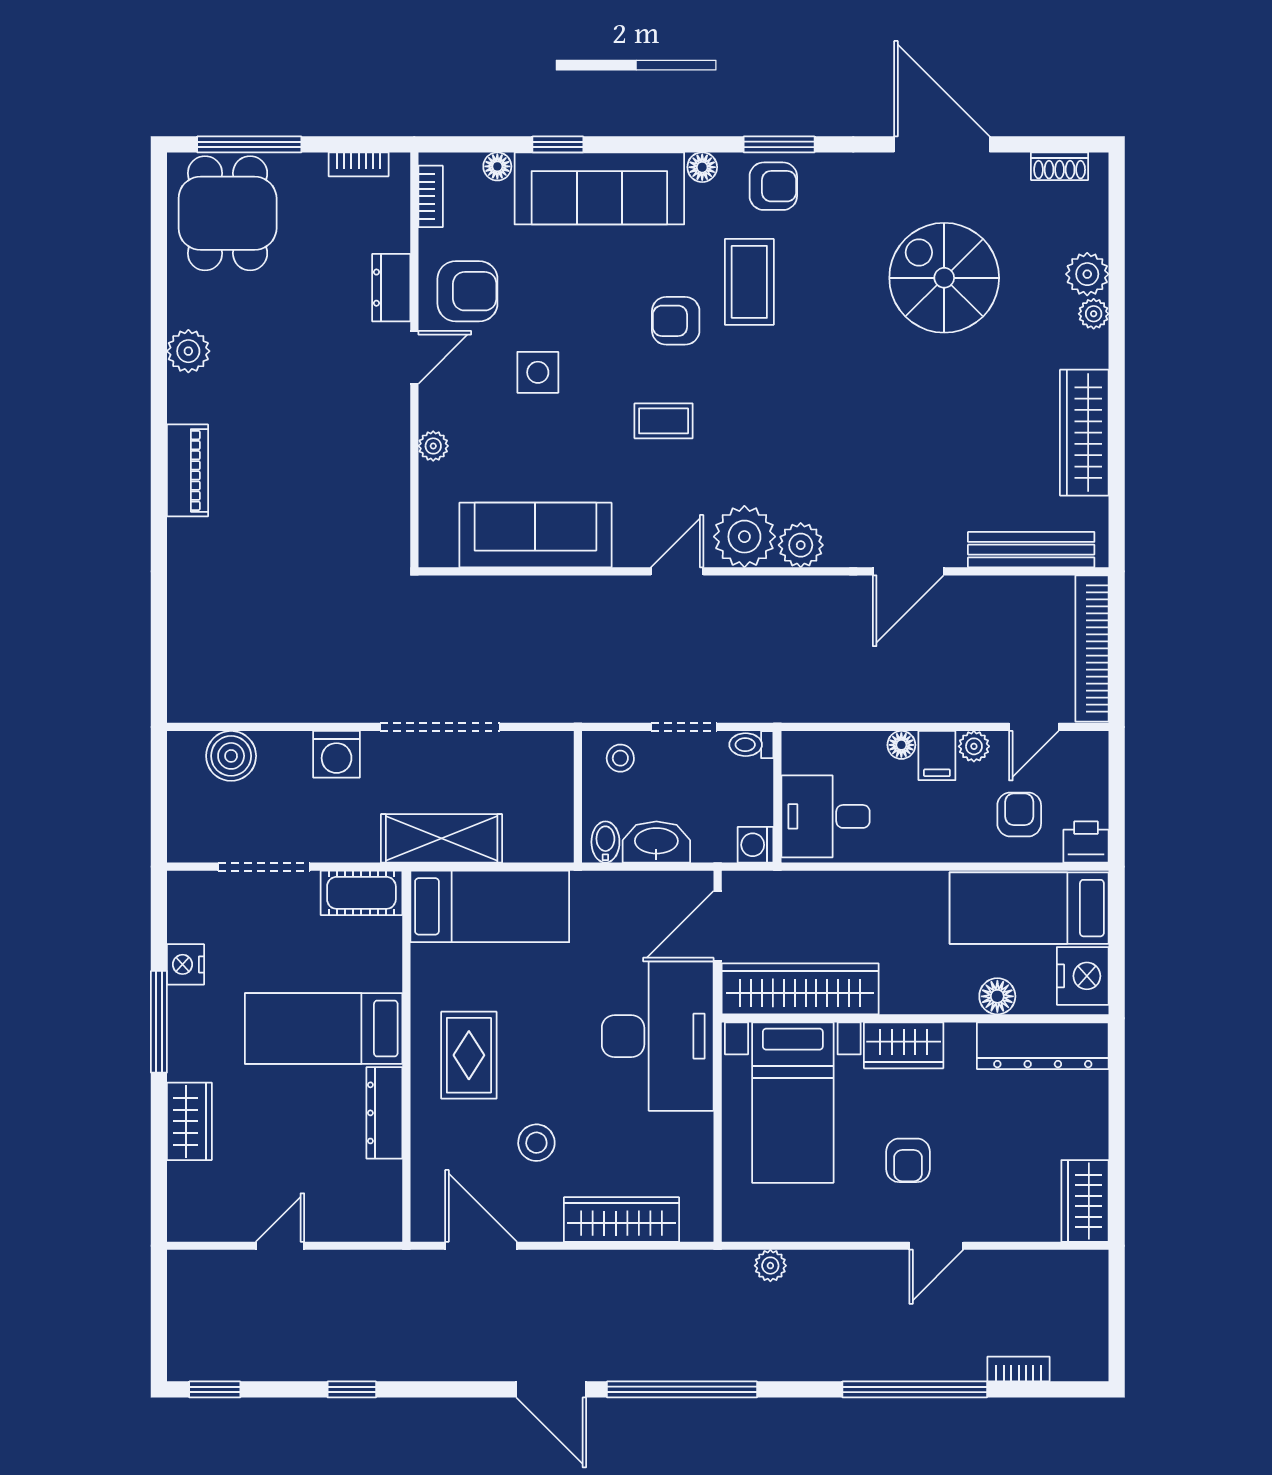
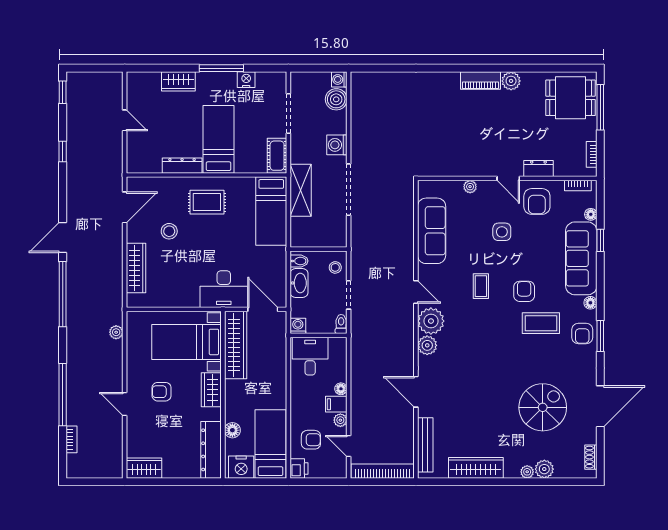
piano: (187, 470) -> (481, 81), moved
washing machine: (185, 749) -> (339, 79), added
desk: (658, 1036) -> (224, 289), width x0.73, depth x0.77

